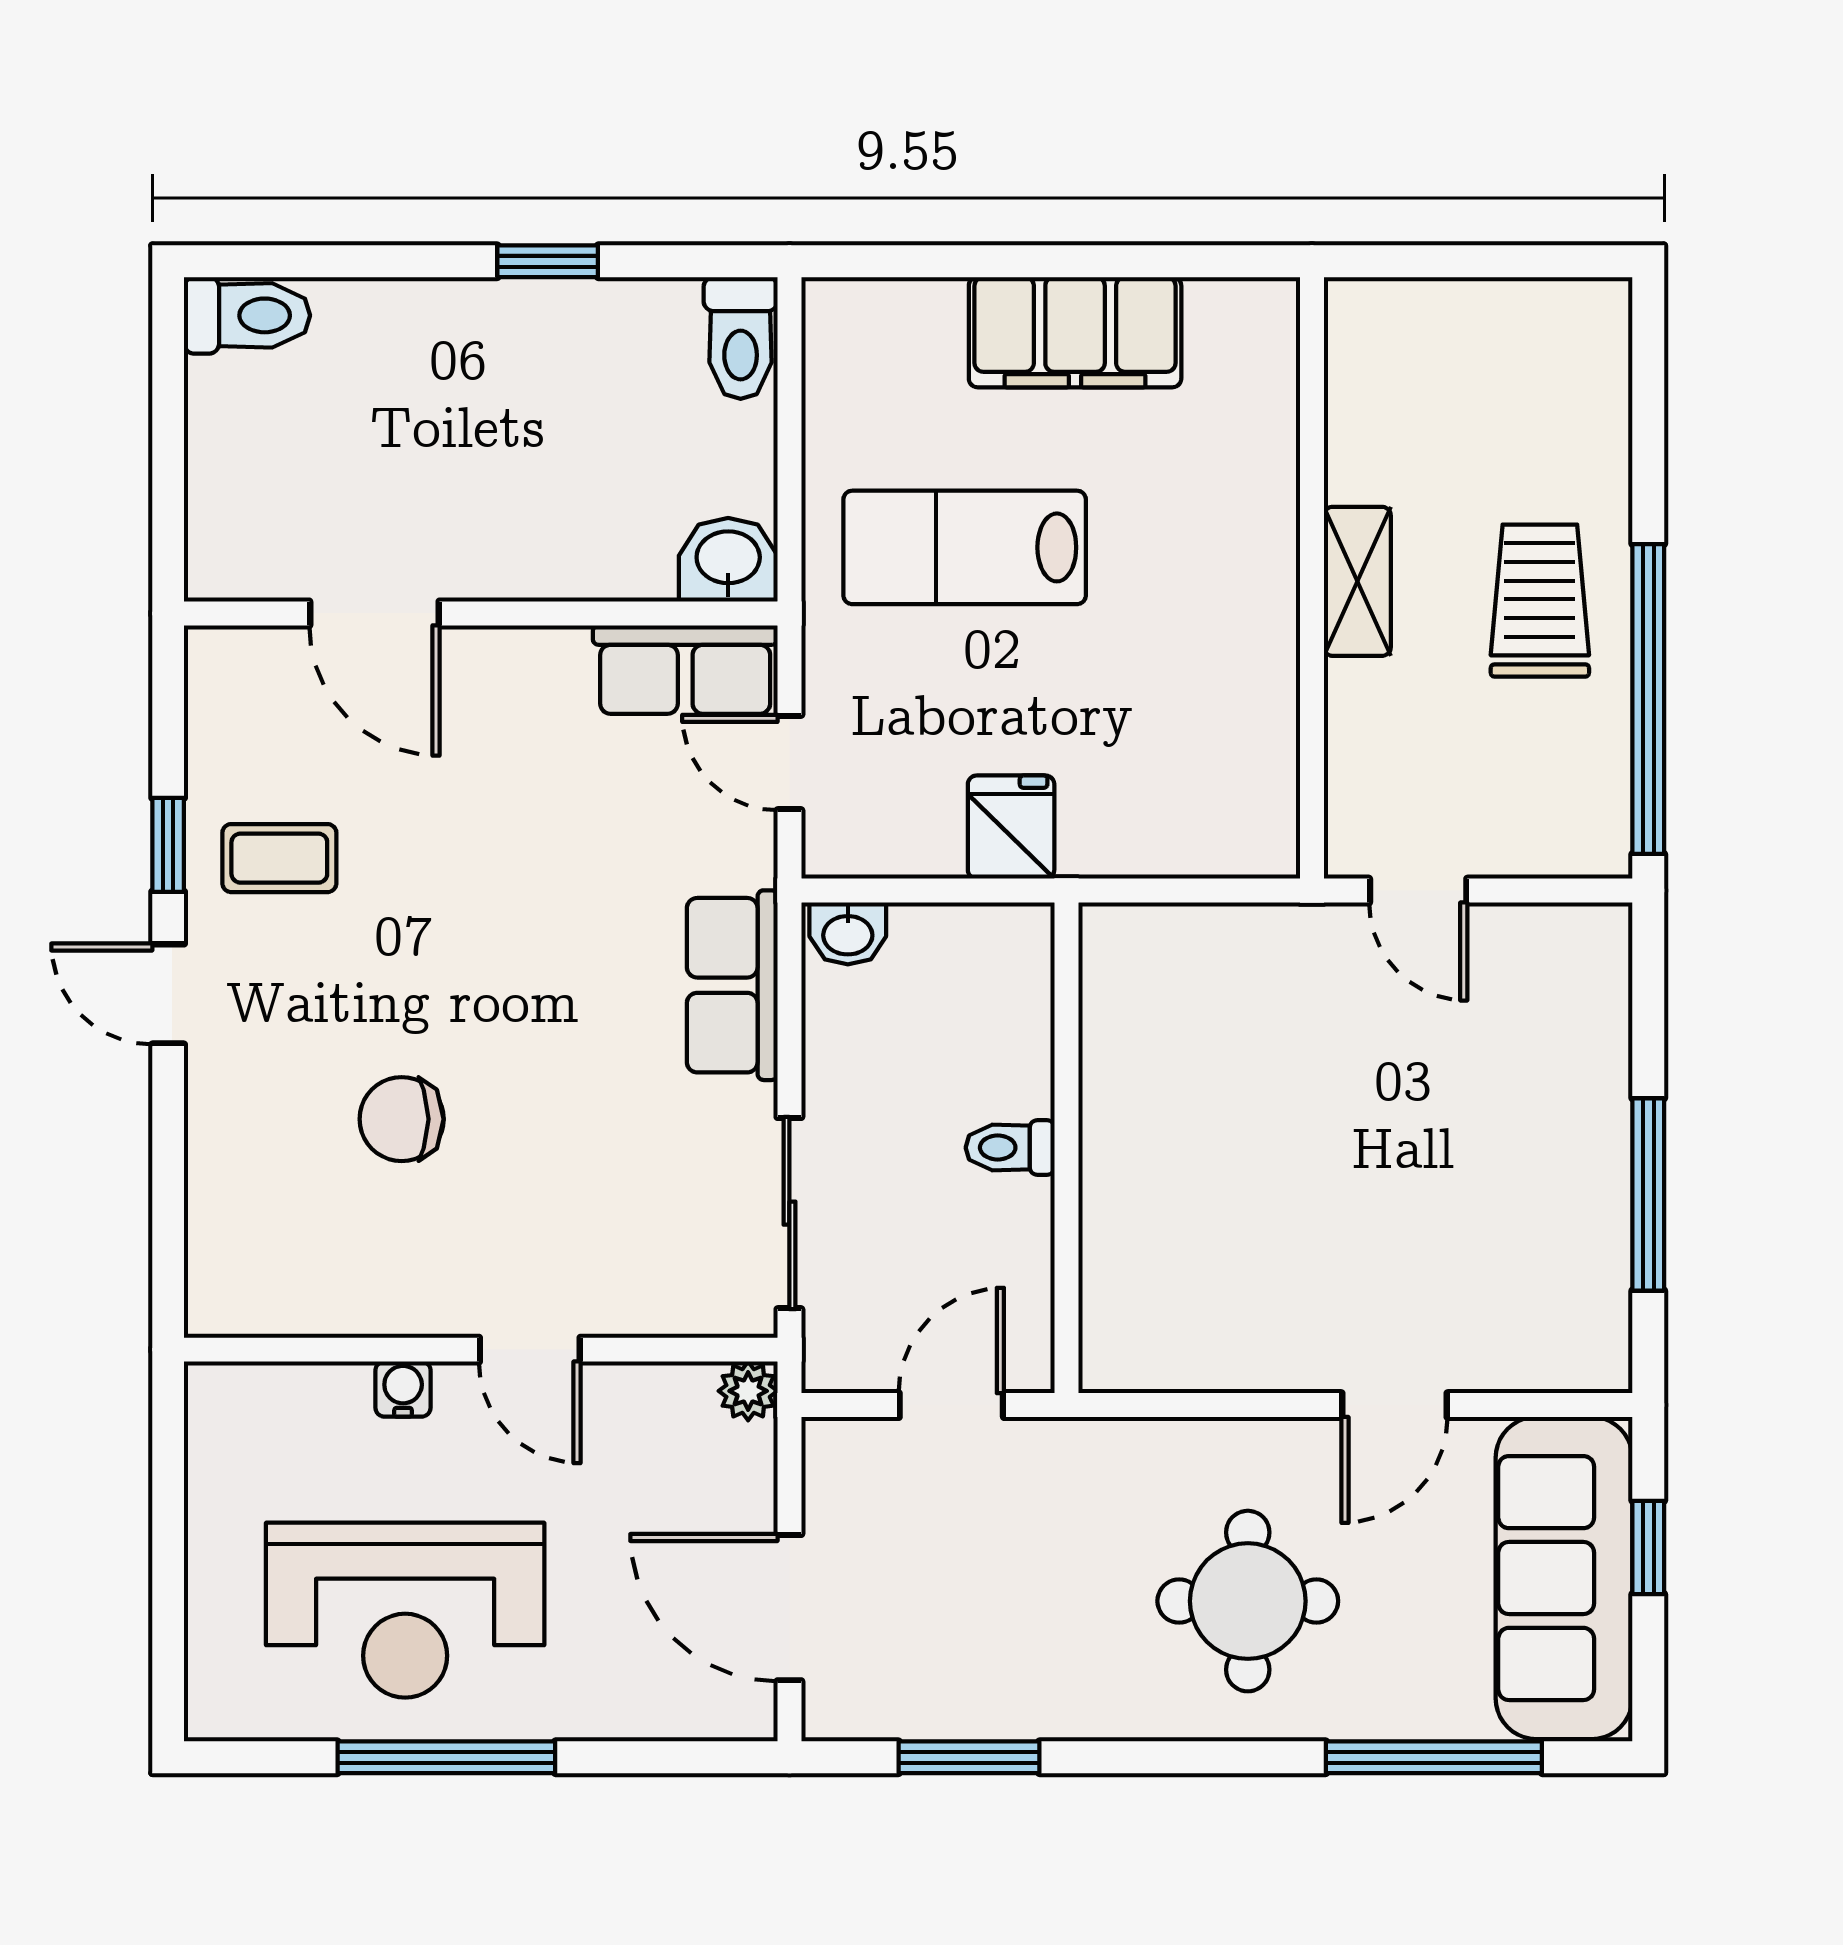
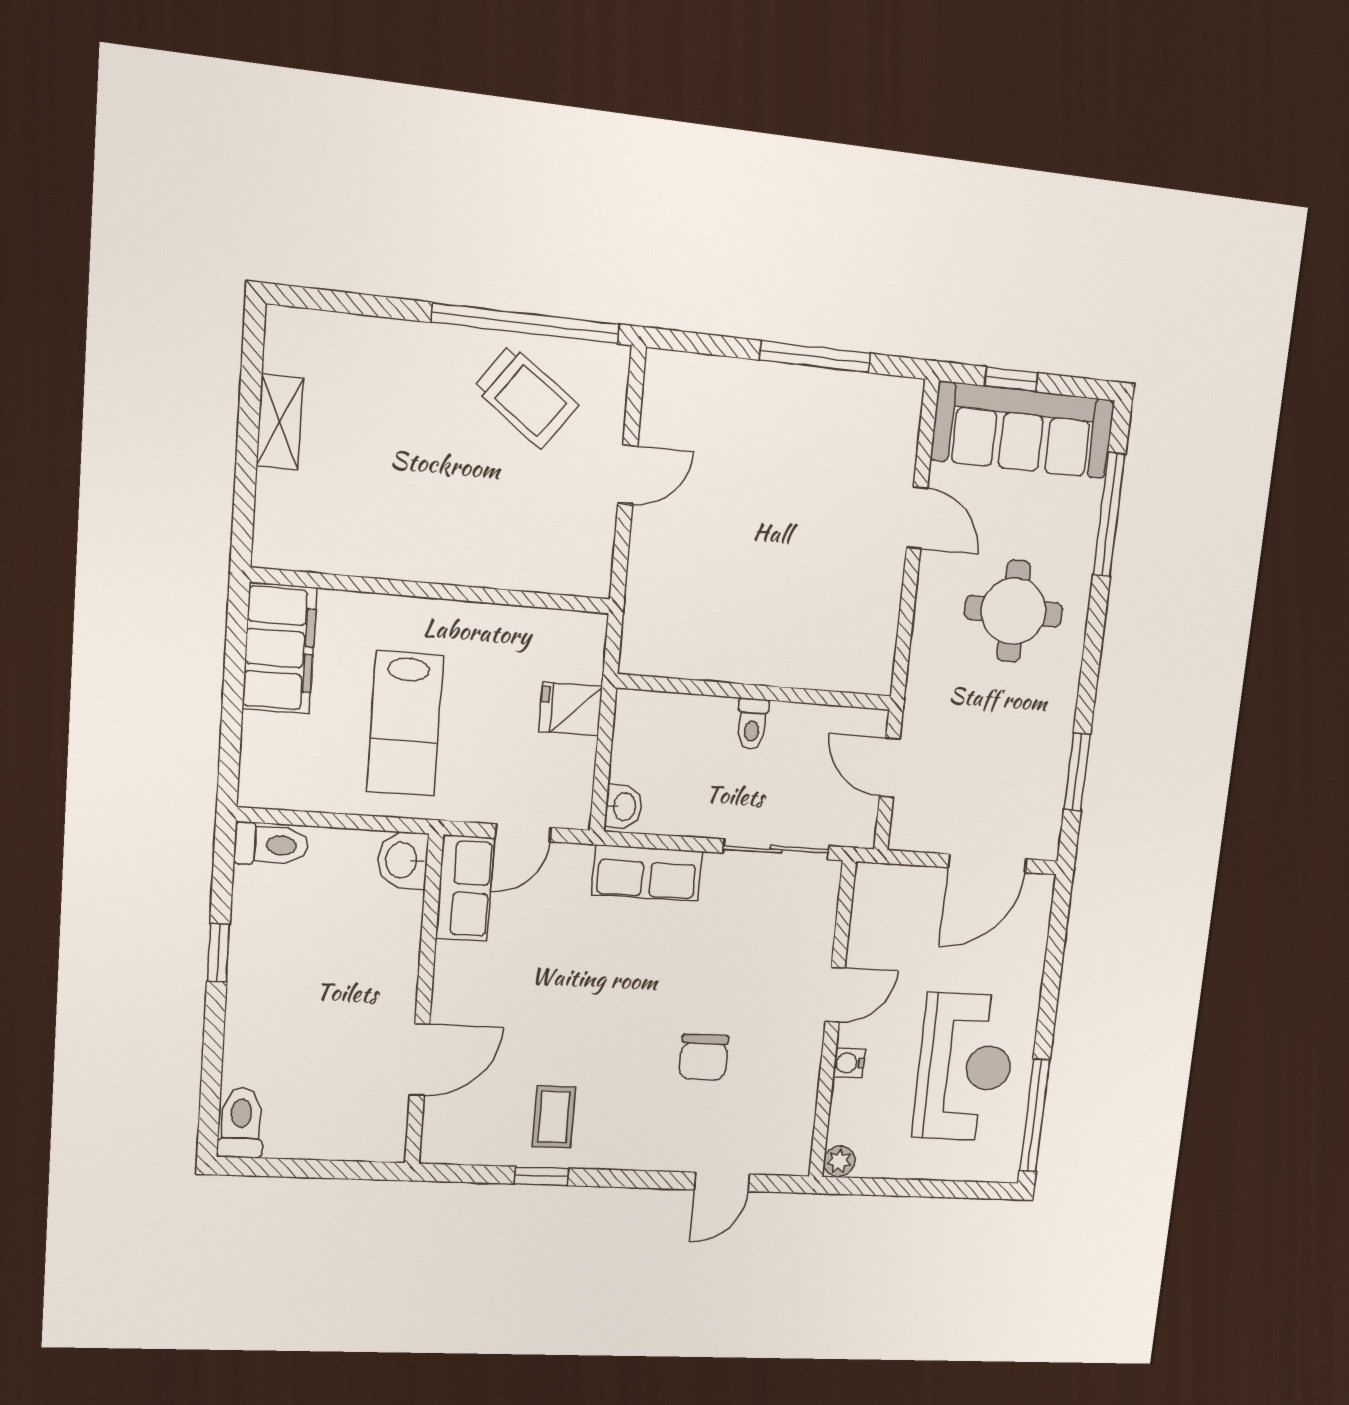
wall: (1312, 578) -> (433, 591), moved
shelving: (1357, 581) -> (280, 422), moved, turned 90
trolley: (1540, 601) -> (526, 397), moved, turned -144
door: (168, 994) -> (722, 1182), moved
plant: (748, 1391) -> (839, 1161), moved
window: (446, 1757) -> (1035, 1116), moved

